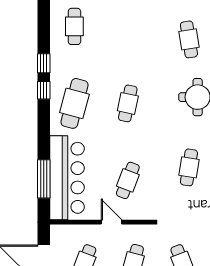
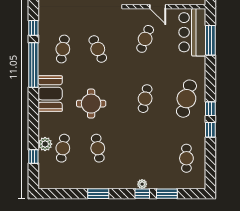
cafe table: (189, 167) -> (98, 49), turned -33
bar counter: (67, 178) -> (192, 32), width x0.73

